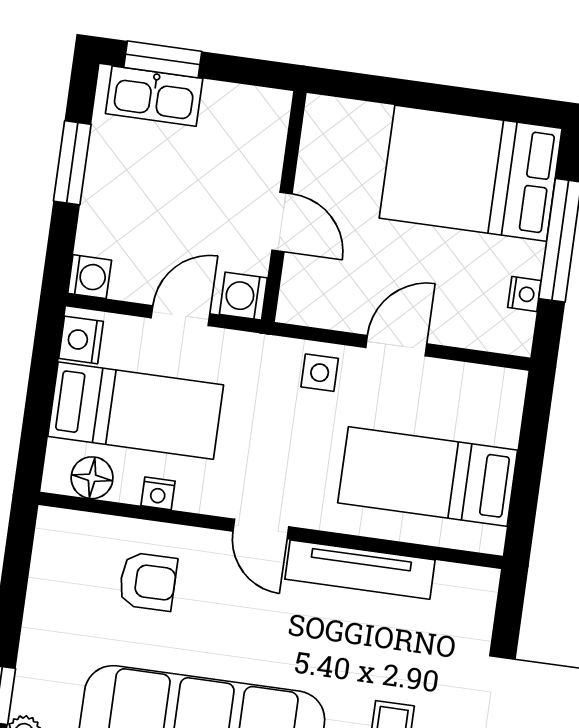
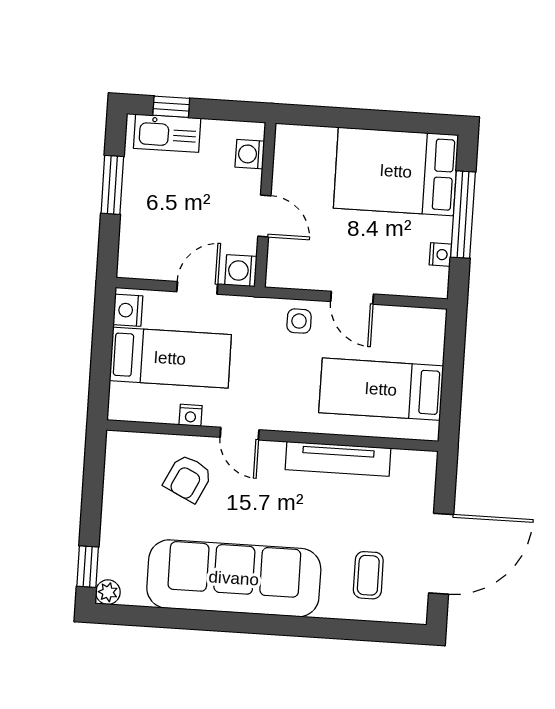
window: (163, 59) -> (171, 107), width x0.67
washing machine: (90, 277) -> (250, 154), moved, turned 180
door: (396, 346) -> (352, 298), swing flipped
floor lamp: (92, 478) -> (143, 408), removed
door: (261, 529) -> (240, 434), moved
armchair: (148, 581) -> (188, 478), turned 116

